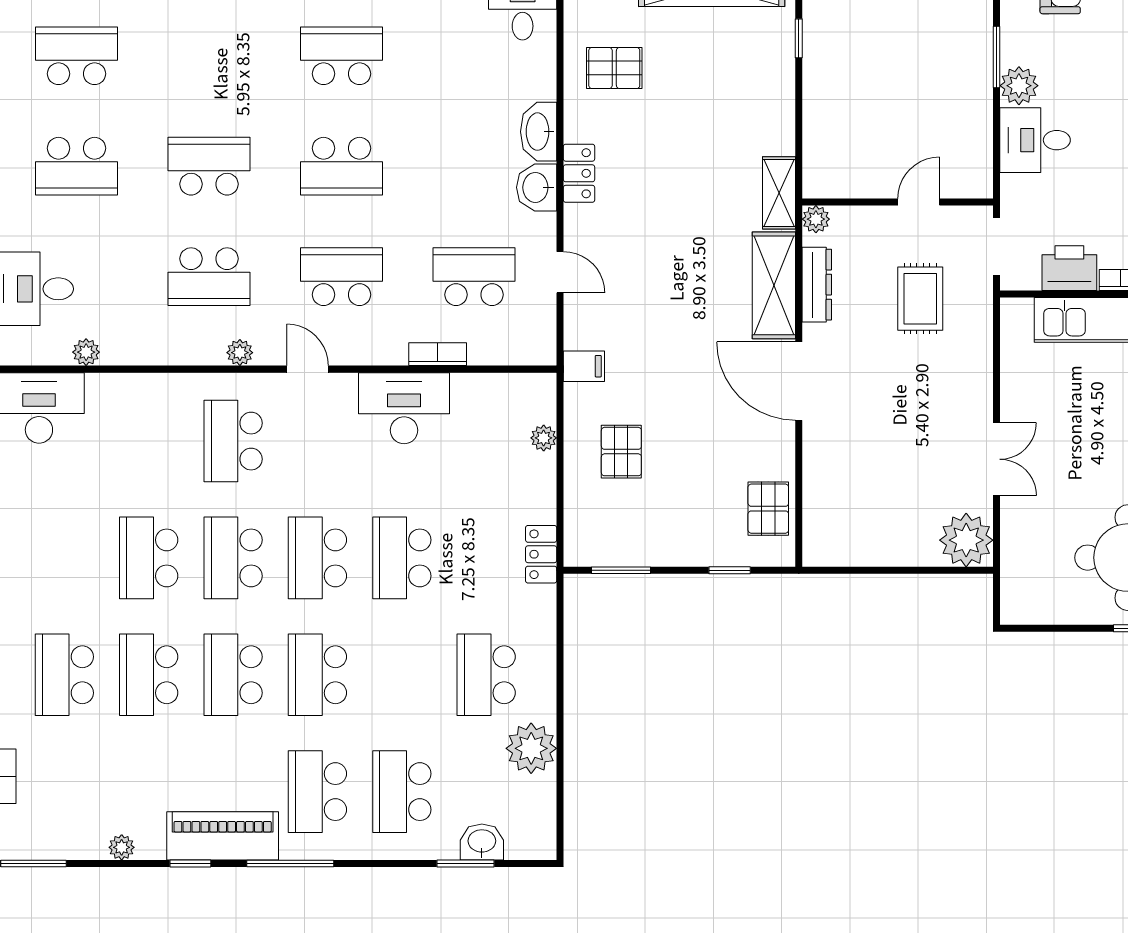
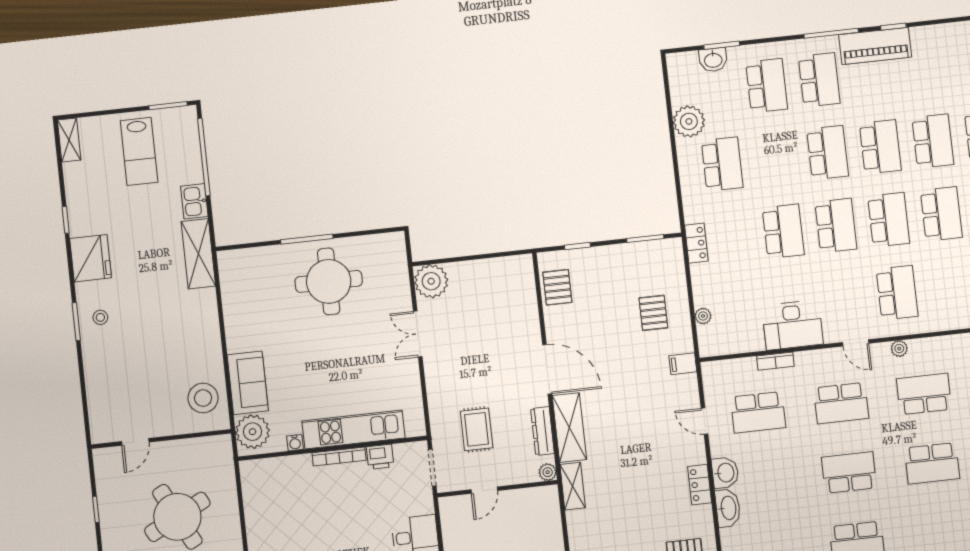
printer: (1069, 268) -> (380, 457), width x0.73, depth x0.81
plant: (122, 847) -> (937, 32), removed

